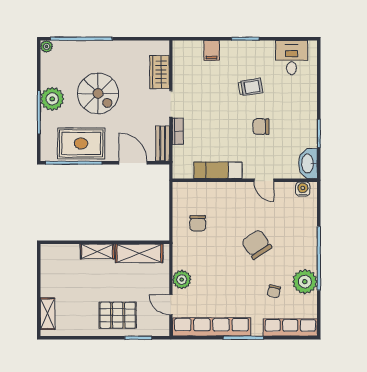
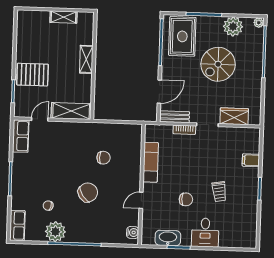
desk: (292, 58) -> (205, 233), moved, turned 90
plant: (52, 99) -> (233, 27), moved
chair: (261, 127) -> (186, 199), turned 90
rug: (81, 143) -> (182, 36), moved
washbasin: (308, 164) -> (168, 238), moved
chair: (198, 223) -> (104, 158), moved, turned 180
shelving: (139, 253) -> (71, 111), moved, turned 90
plant: (182, 280) -> (61, 129), removed
shelving: (48, 314) -> (63, 17), moved
pallet: (118, 315) -> (32, 75), turned 90
row of seats: (212, 327) -> (21, 136), width x0.50
row of seats: (290, 327) -> (17, 225), width x0.68

